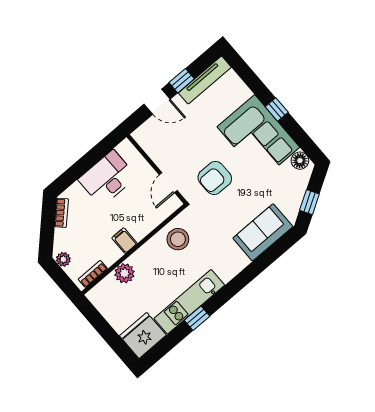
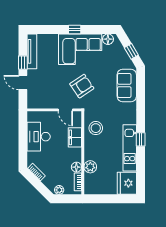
door: (157, 102) -> (23, 83), swing flipped
armchair: (215, 178) -> (82, 86), turned -124
filing cabinet: (124, 241) -> (75, 137), moved, width x2.00
floor lamp: (110, 257) -> (76, 167), added
window: (197, 318) -> (141, 139), moved

